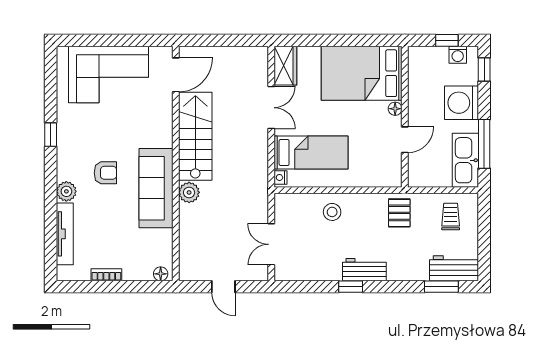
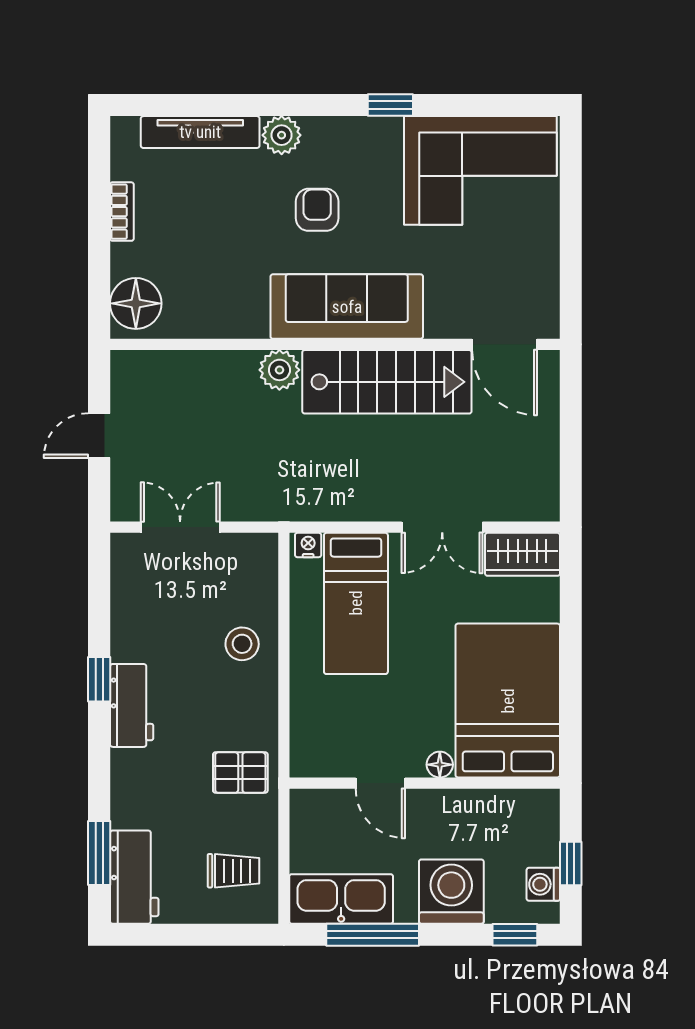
corner sofa: (109, 74) -> (480, 170), moved, turned -90
armchair: (105, 173) -> (317, 210), turned 180
sofa: (156, 188) -> (347, 307), moved
floor lamp: (161, 274) -> (136, 303), width x1.89, depth x1.89

